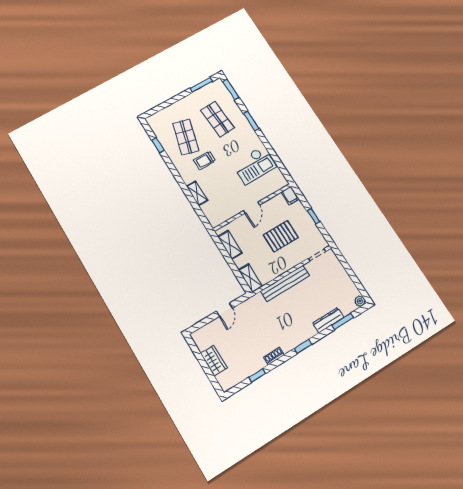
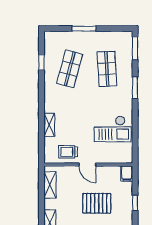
window: (201, 85) -> (84, 29), moved
trolley: (205, 160) -> (68, 152), moved
door: (251, 208) -> (87, 165), hinge flipped

